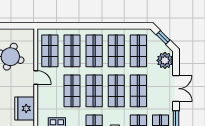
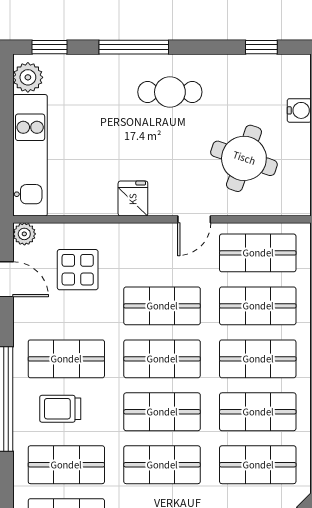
fridge: (25, 108) -> (133, 199), width x0.53, depth x0.75

